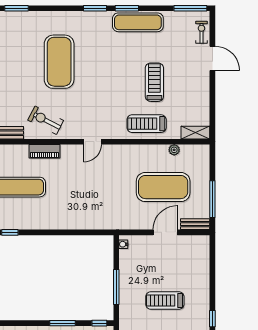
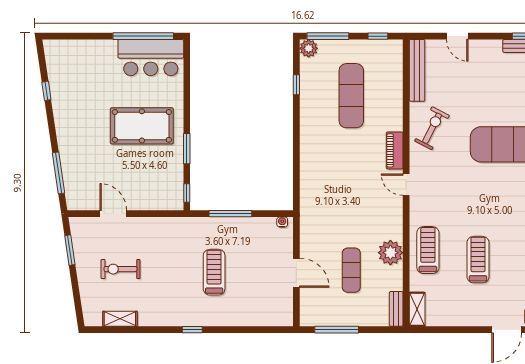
treadmill: (154, 82) -> (478, 260), turned -90
plant: (174, 150) -> (390, 253), moved, width x1.88, depth x1.88
piano: (44, 151) -> (395, 150), moved
exercise mat: (163, 187) -> (351, 270), width x0.50, depth x0.69
bench: (195, 224) -> (396, 309), moved

